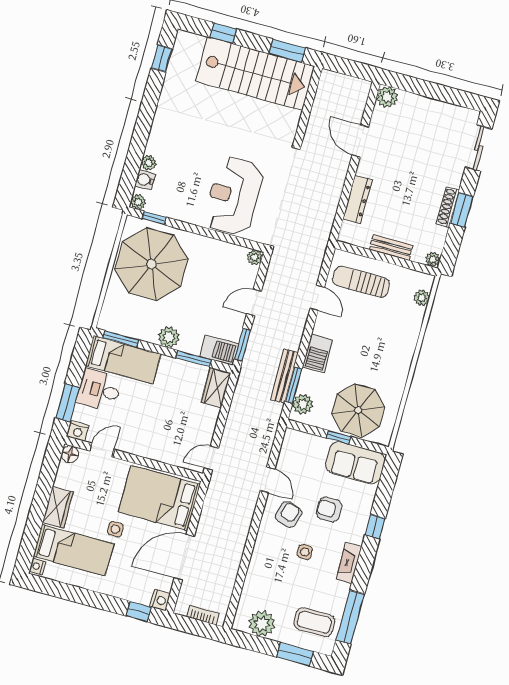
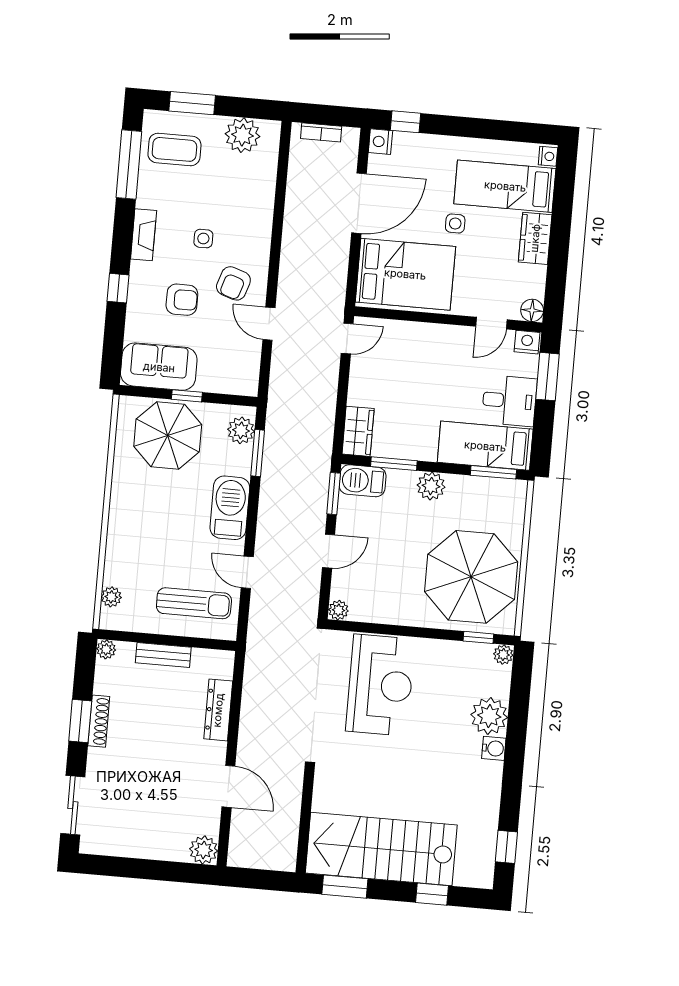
plant: (149, 163) -> (489, 716), width x1.87, depth x1.87
water cooler: (145, 180) -> (494, 748), moved
barbecue: (318, 354) -> (230, 508), width x1.37, depth x1.21
bench: (284, 376) -> (272, 463), removed

